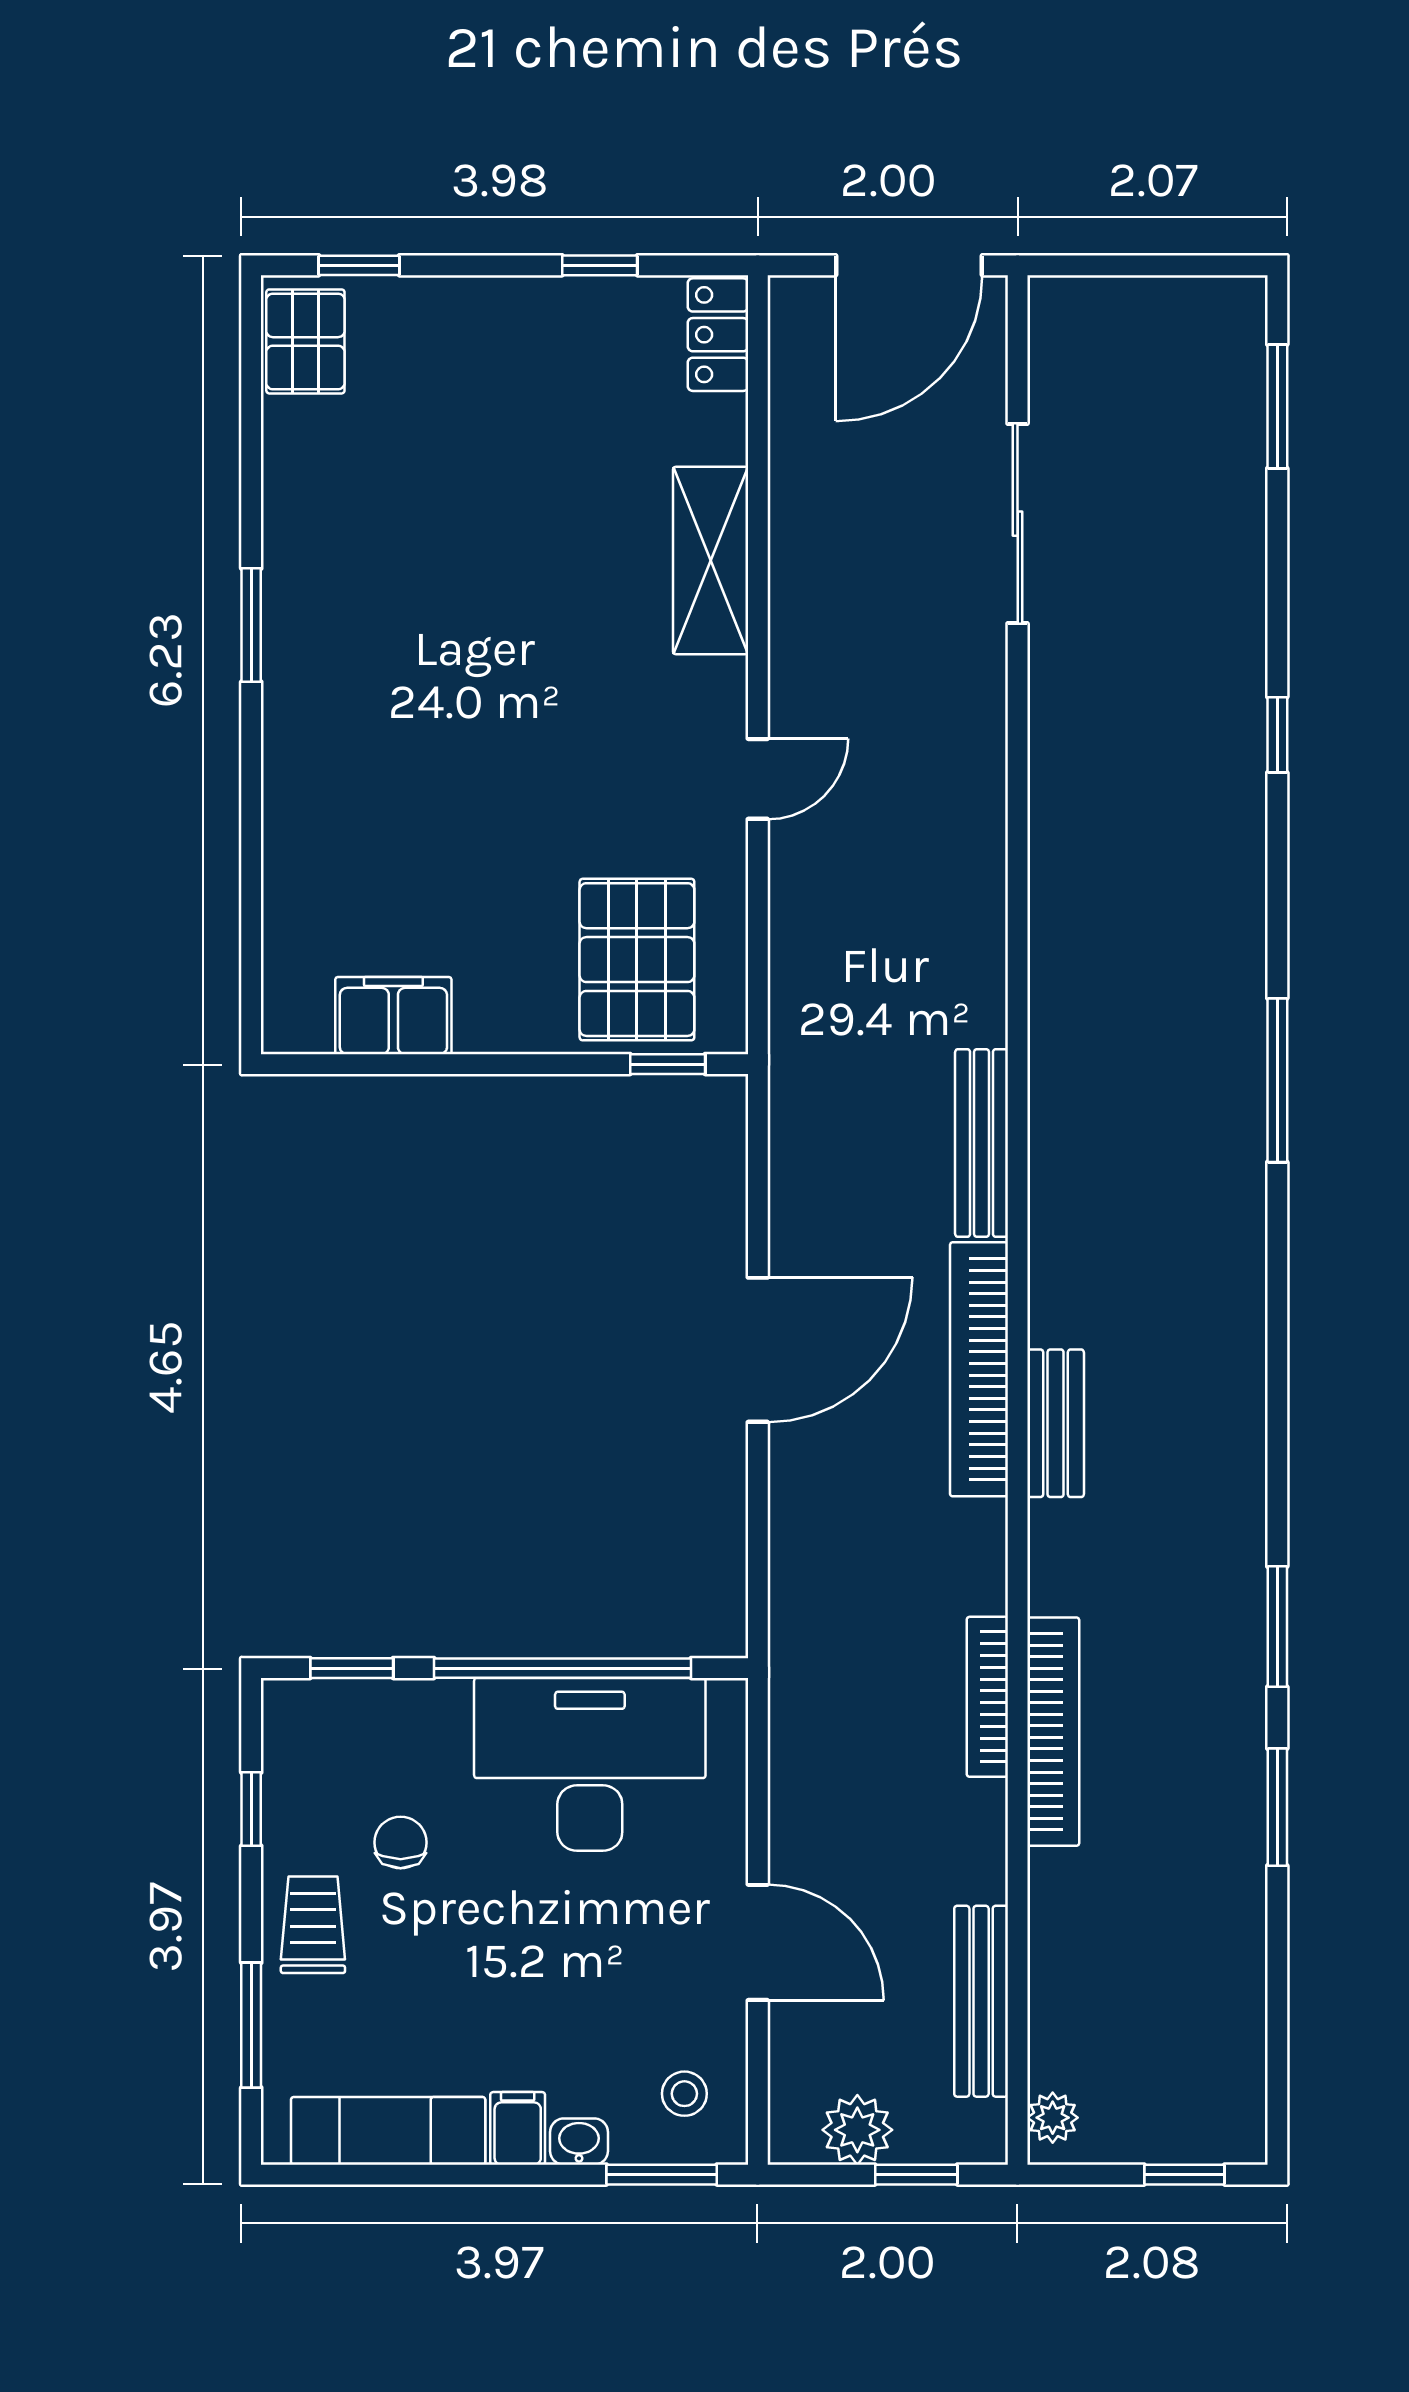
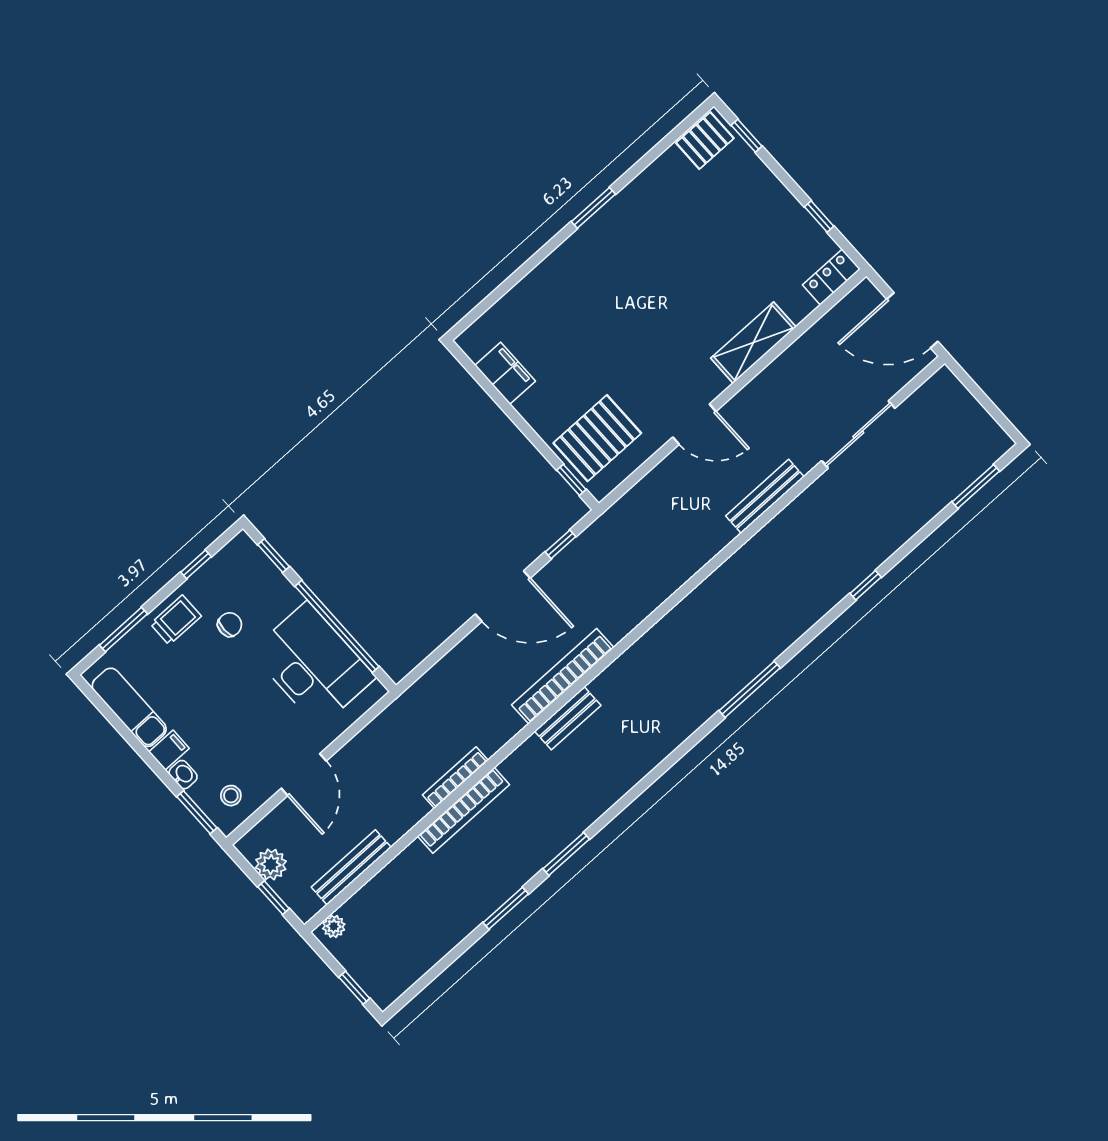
door: (758, 779) -> (694, 424), width x1.37
bench: (982, 1143) -> (765, 496), moved
window: (758, 1178) -> (560, 544), added

